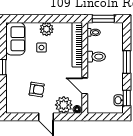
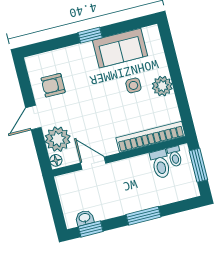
sofa: (15, 39) -> (120, 48), moved
toilet: (96, 57) -> (160, 164), moved
door: (85, 86) -> (93, 163), hinge flipped
armchair: (37, 90) -> (53, 85), moved, turned 81

